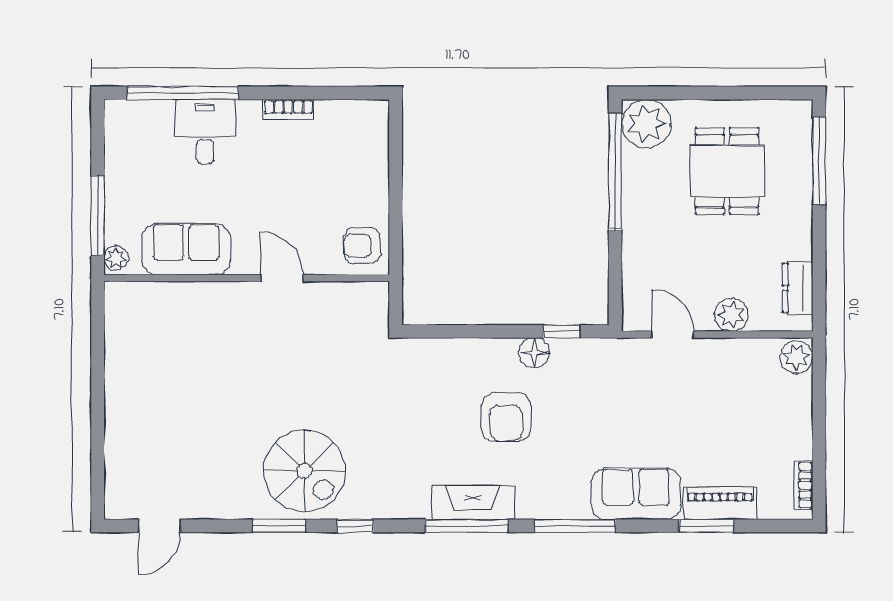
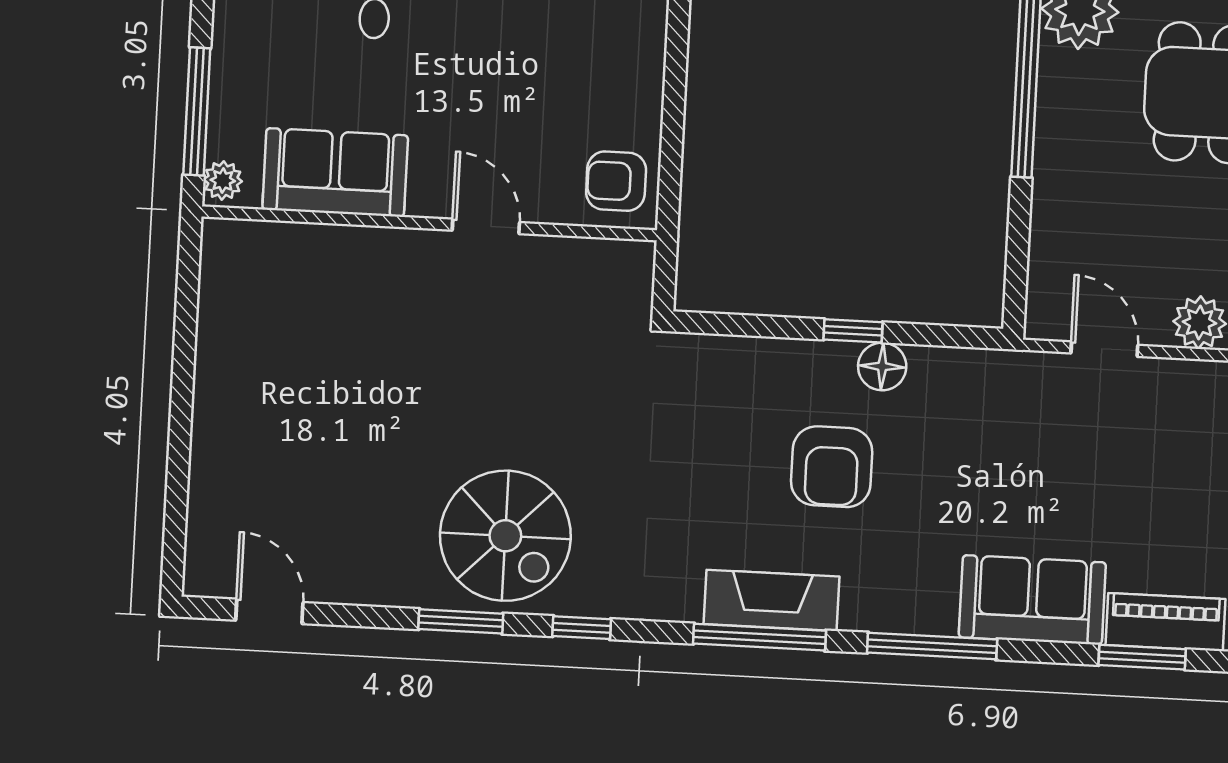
window: (562, 331) -> (853, 331), moved
door: (159, 526) -> (269, 611), swing flipped

